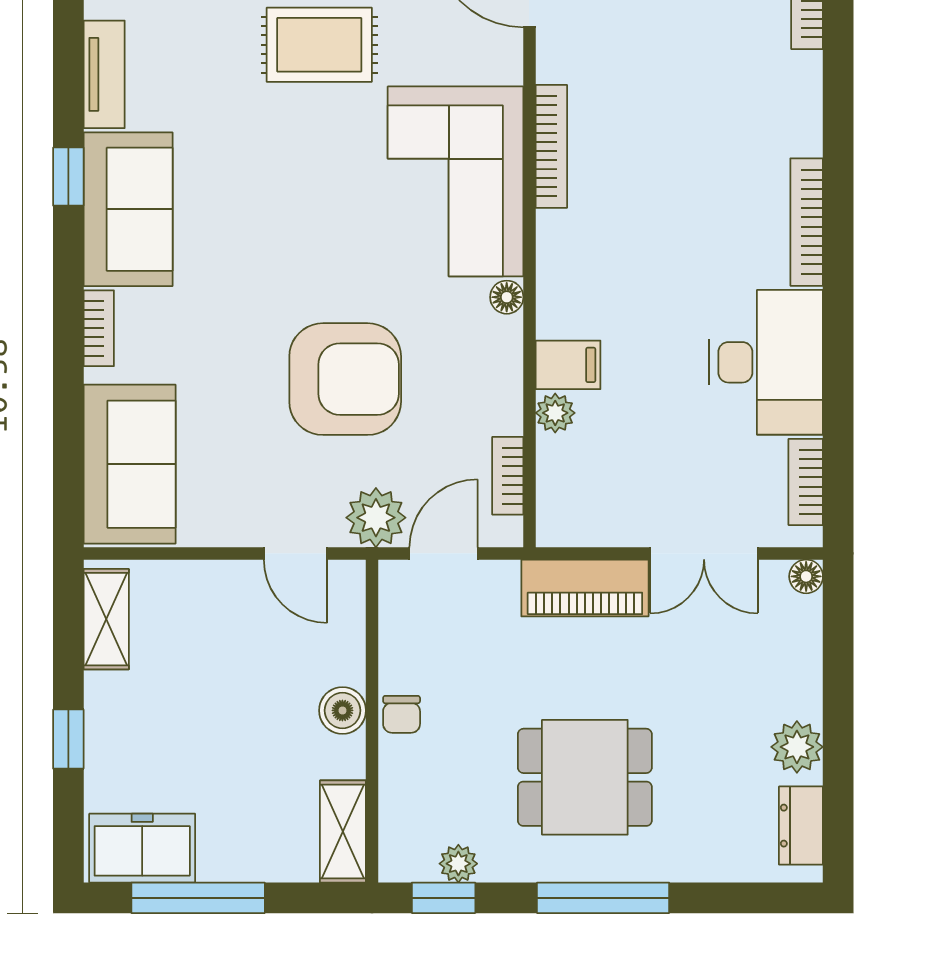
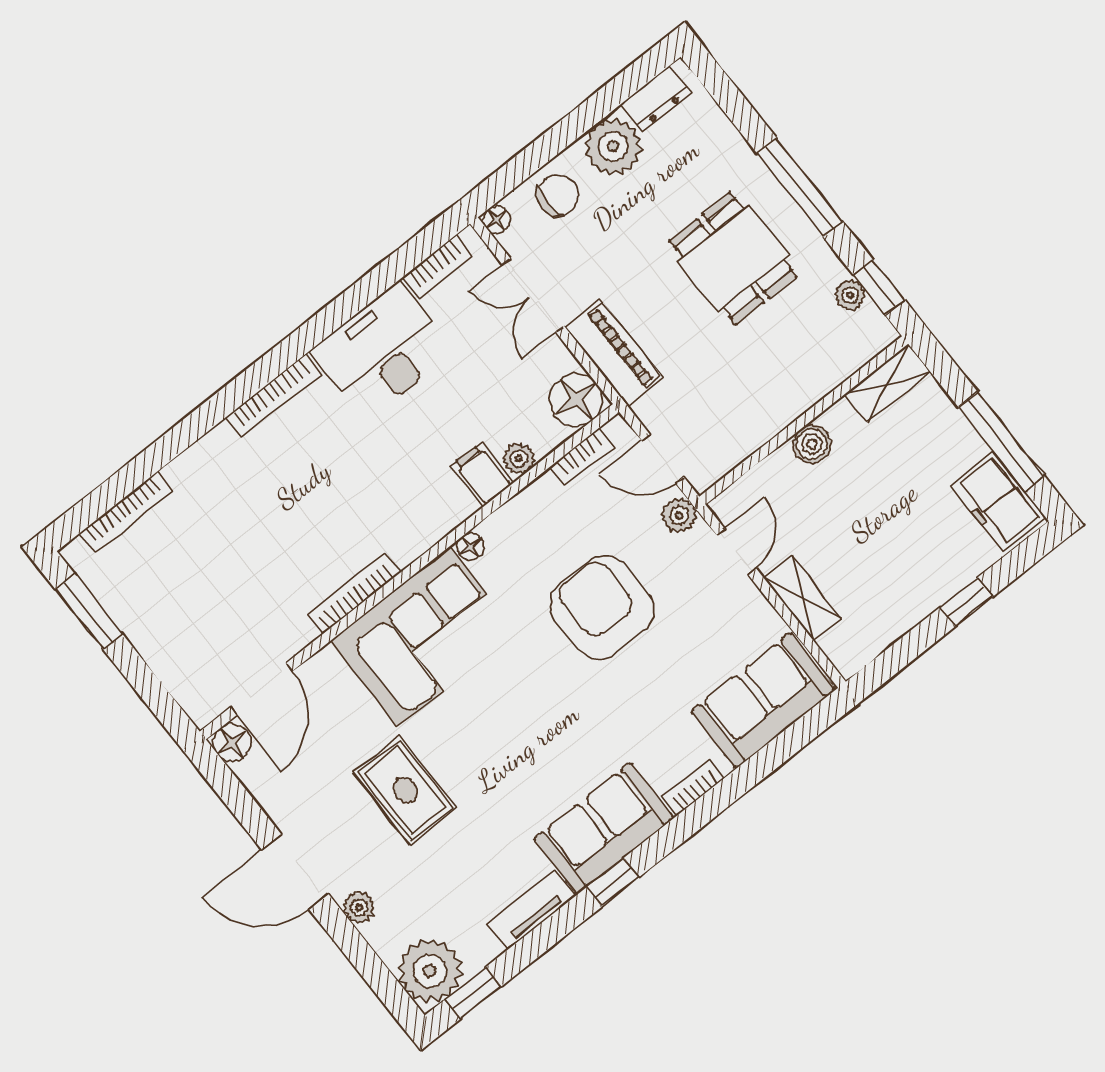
floor lamp: (568, 514) -> (576, 400), added
plant: (376, 518) -> (679, 515), width x0.73, depth x0.73
double door: (704, 553) -> (533, 295), swing flipped
shelving: (106, 619) -> (803, 598), moved, turned 90
chair: (402, 714) -> (558, 195), moved, width x1.37, depth x1.37
plant: (797, 747) -> (613, 146), width x1.36, depth x1.36

